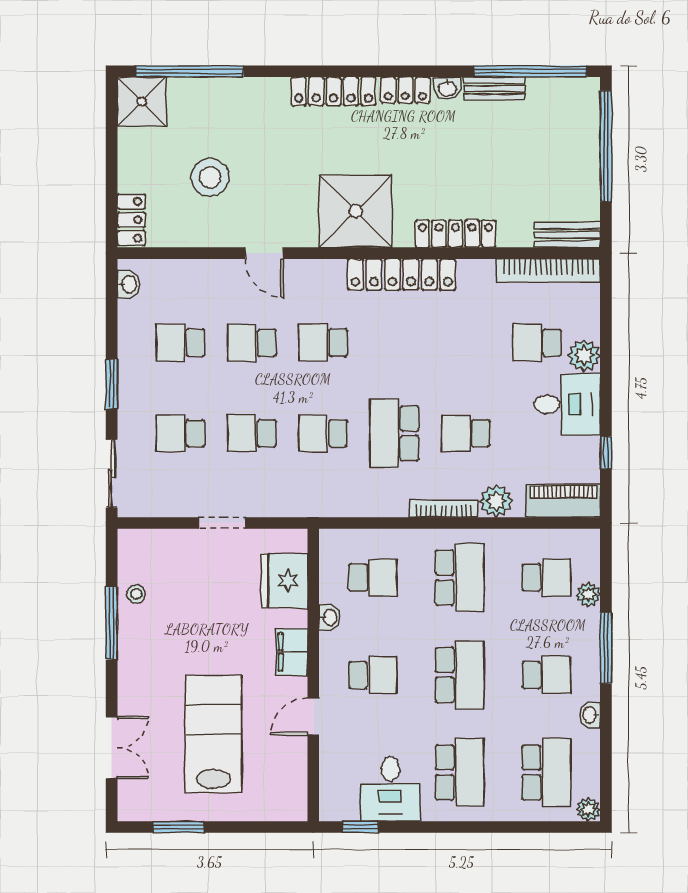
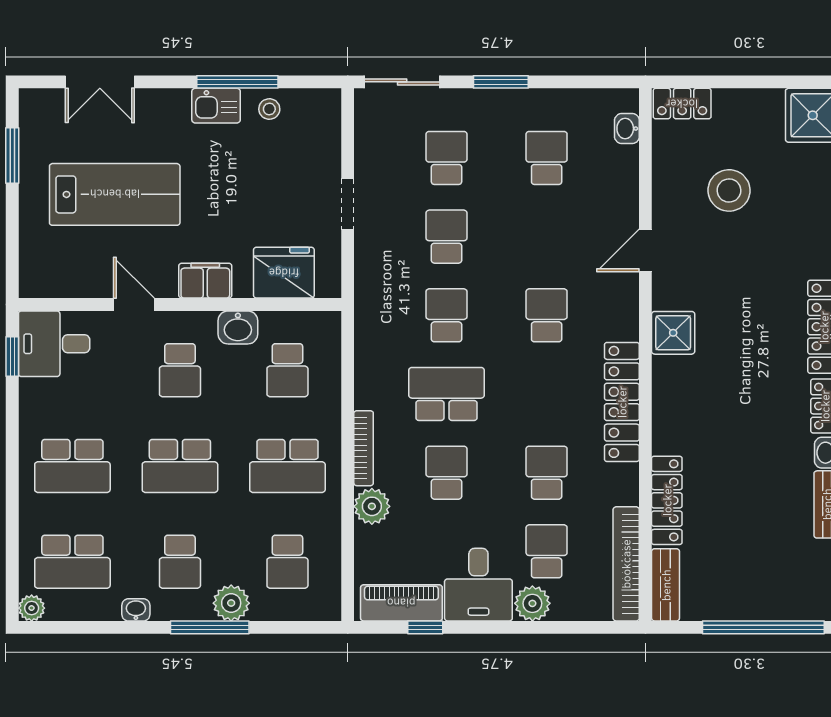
shower: (356, 211) -> (673, 333), width x0.54, depth x0.54
locker: (456, 234) -> (667, 500), moved
washbasin: (128, 284) -> (627, 129), moved, turned 90
school desk: (252, 343) -> (547, 473), moved
piano: (563, 501) -> (401, 603), moved, turned -90
plant: (588, 595) -> (231, 603), moved, width x1.38, depth x1.38
washbasin: (329, 617) -> (238, 327), width x1.38, depth x1.45
kitchen sink: (133, 642) -> (216, 106), added
desk: (390, 789) -> (54, 344), moved

